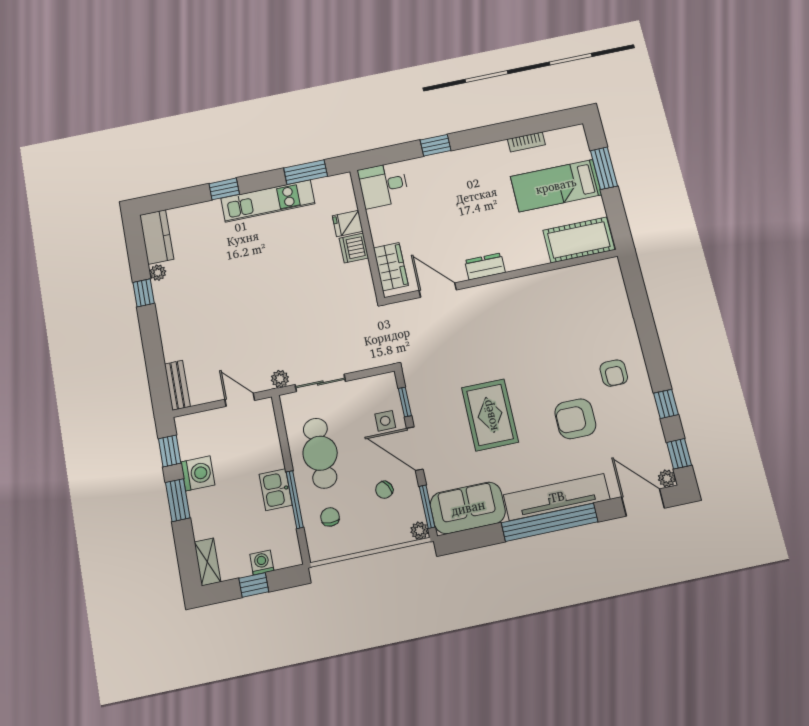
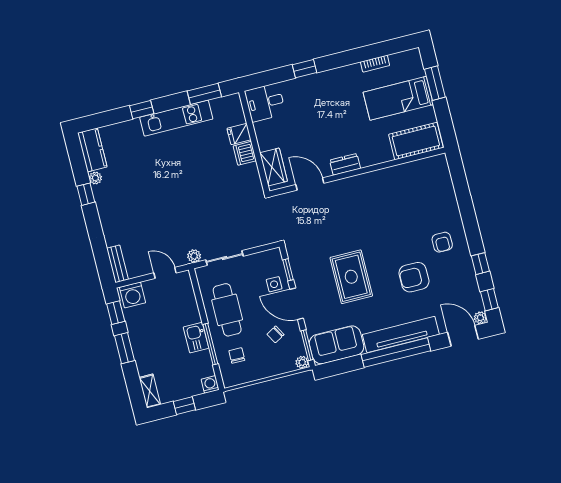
washing machine: (198, 473) -> (132, 295), moved, turned 90
washing machine: (262, 563) -> (210, 384), moved

